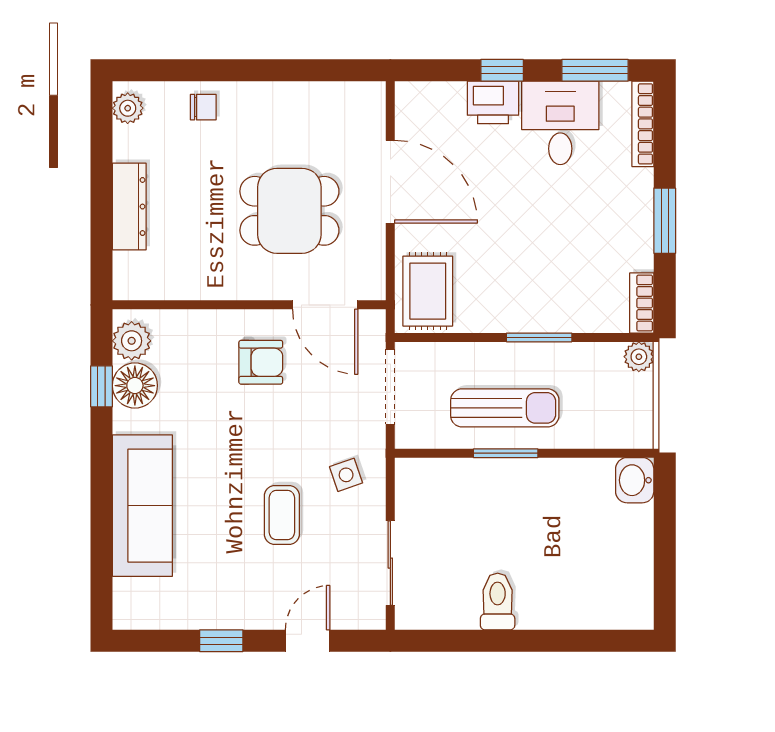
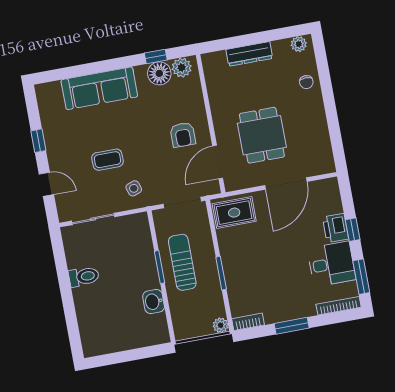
sun lounger: (505, 408) -> (182, 262), turned 180
washbasin: (635, 480) -> (154, 301), moved, turned -90

